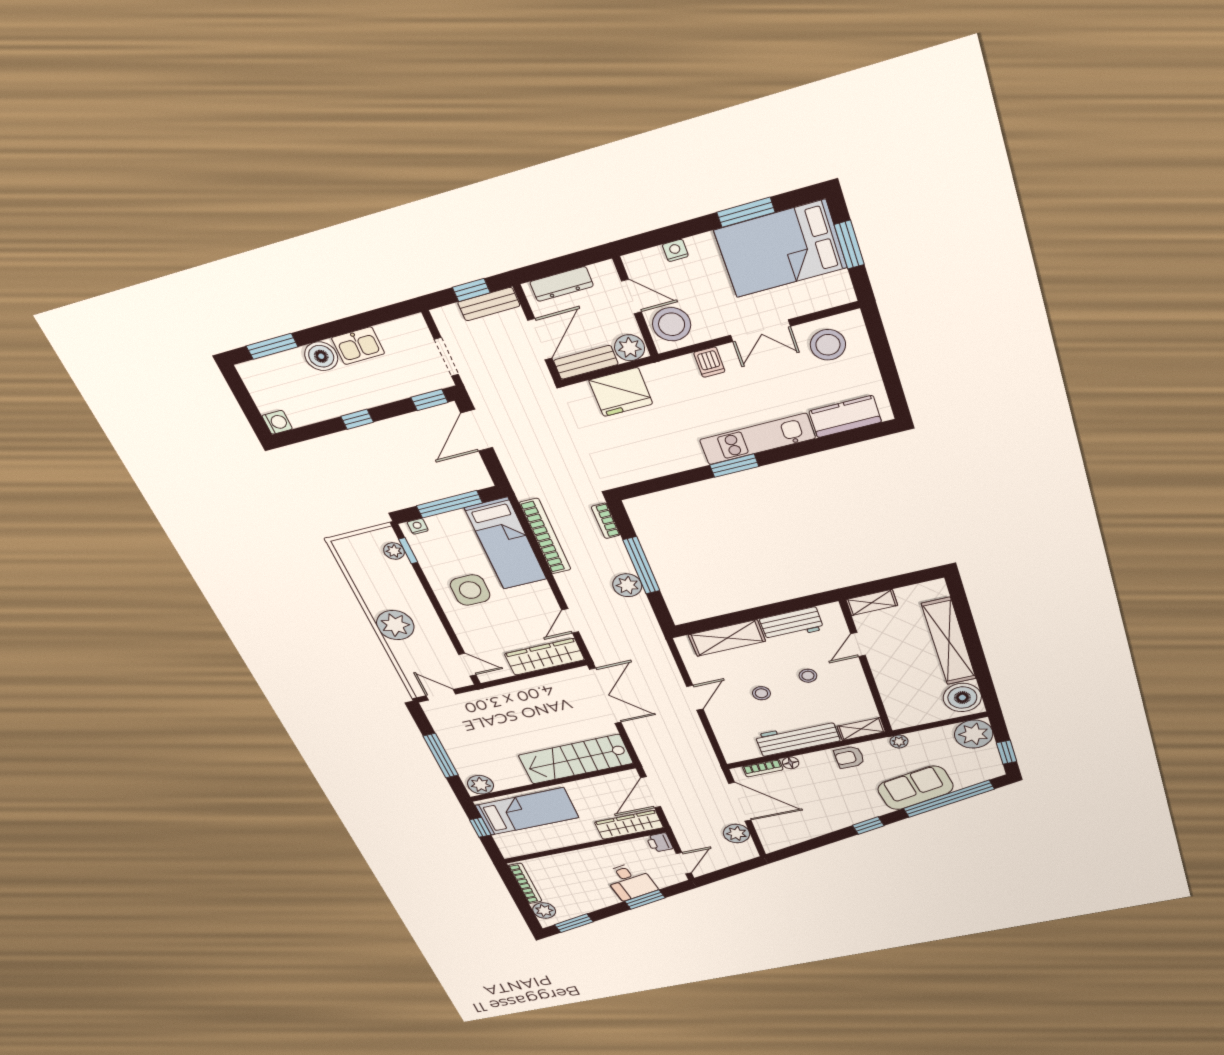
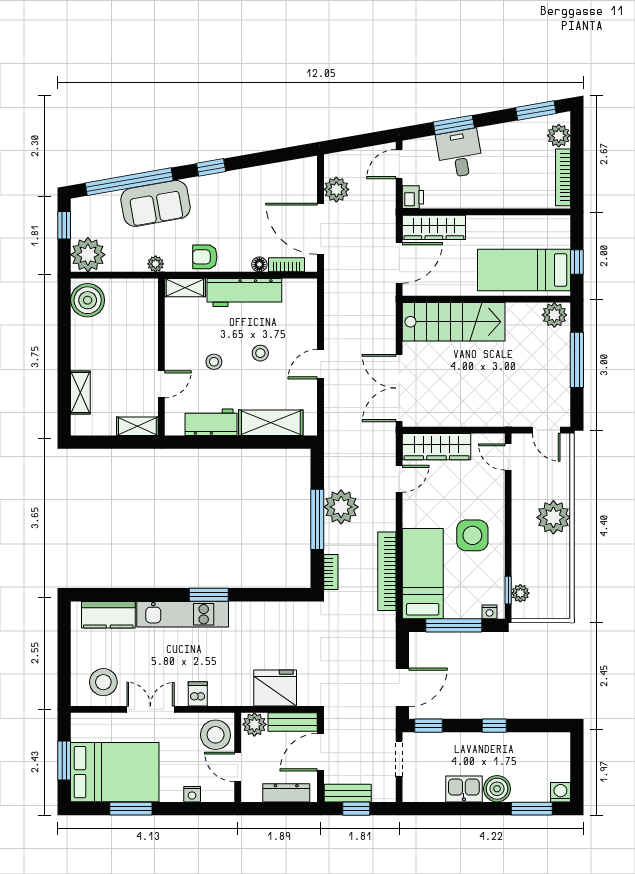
washing machine: (277, 422) -> (560, 792), moved, turned 90
plant: (627, 585) -> (341, 507), width x1.36, depth x1.36
shelving: (949, 641) -> (80, 392), width x0.45, depth x0.75
armchair: (849, 757) -> (205, 257), turned 180

